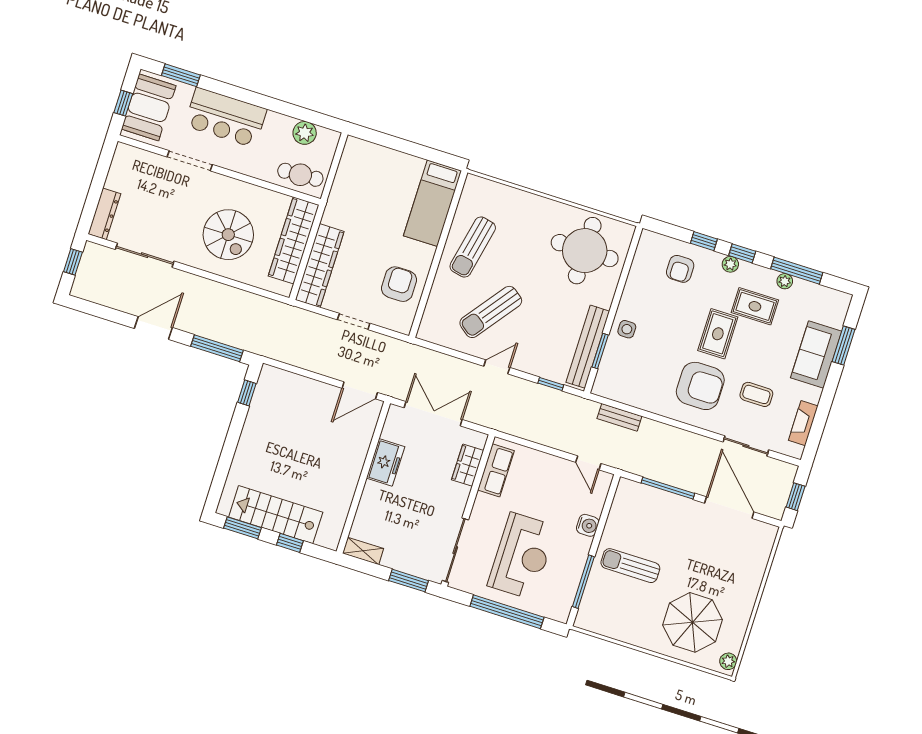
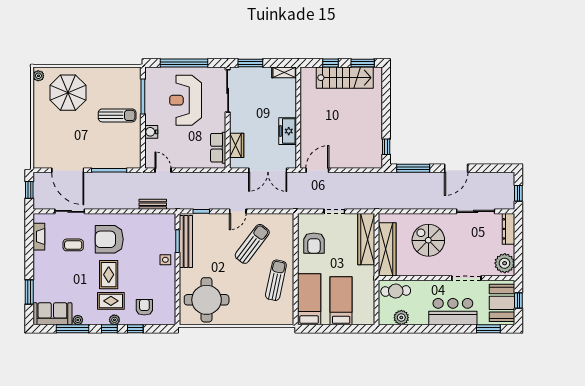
plant: (126, 165) -> (505, 263), added
bed: (386, 186) -> (341, 301), added
rug: (755, 306) -> (111, 301), moved
sofa: (816, 354) -> (52, 314), moved, turned -90

